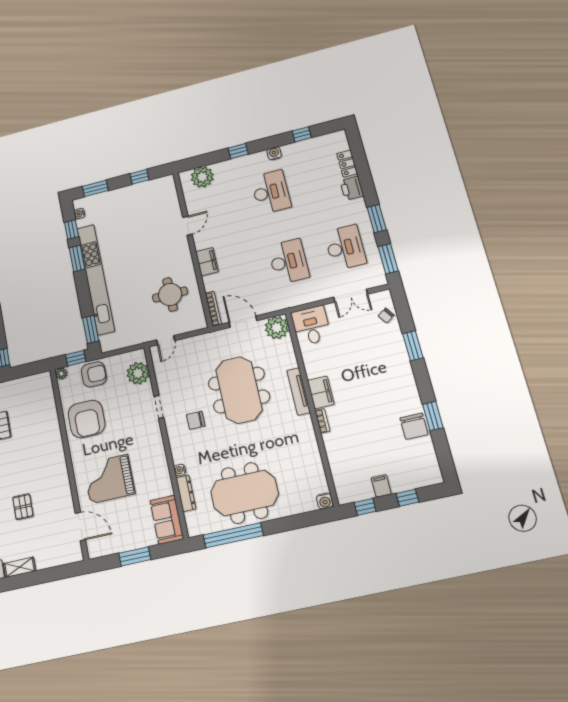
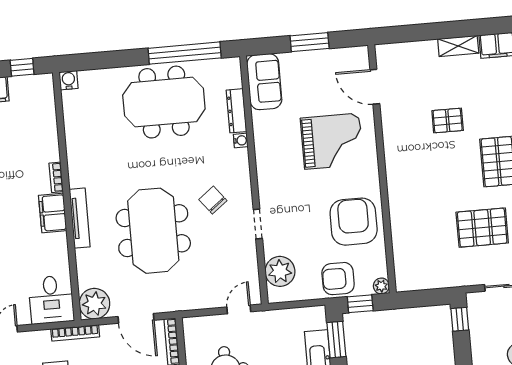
bookcase: (288, 304) -> (75, 333), added
chair: (196, 420) -> (213, 200), turned -128
pallet: (23, 507) -> (448, 121), turned 90

